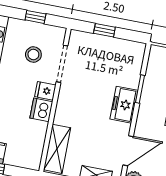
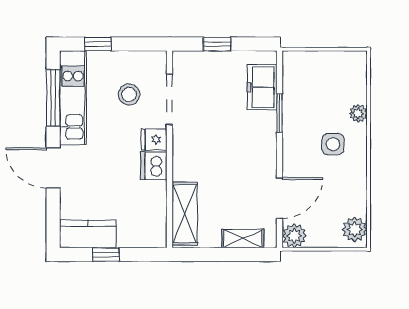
window: (35, 17) -> (98, 44), moved
freezer: (124, 105) -> (262, 87), moved

